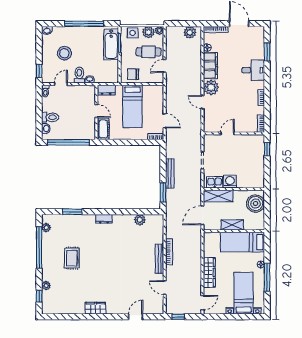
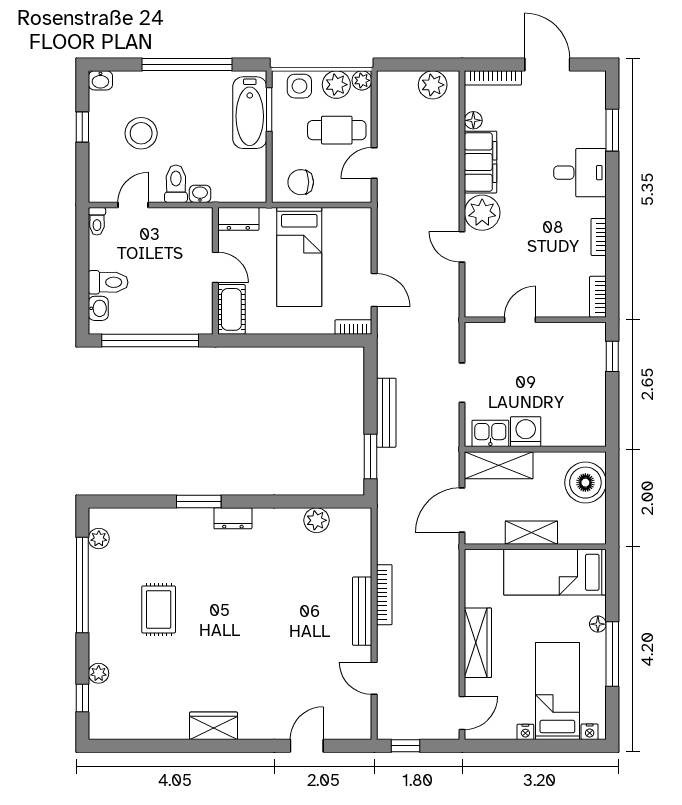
window: (39, 71) -> (82, 127), moved
window: (72, 212) -> (199, 502), moved

